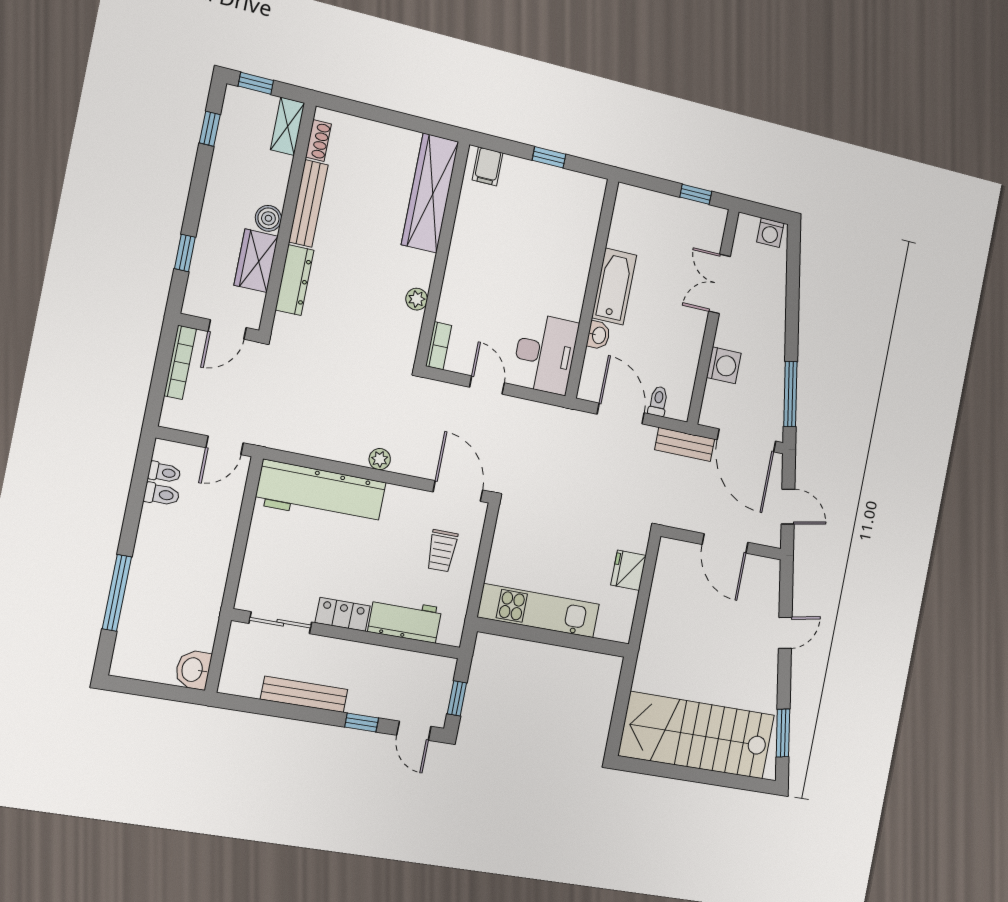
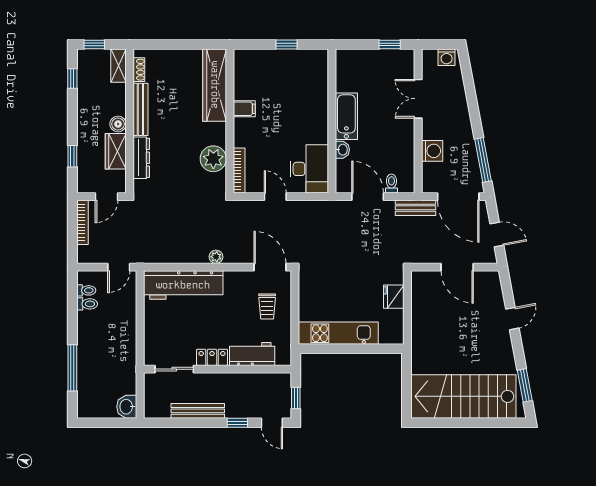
filing cabinet: (488, 166) -> (244, 109), moved, turned -90
plant: (417, 299) -> (213, 159), width x1.88, depth x1.88
bookcase: (439, 346) -> (239, 170), width x1.56

